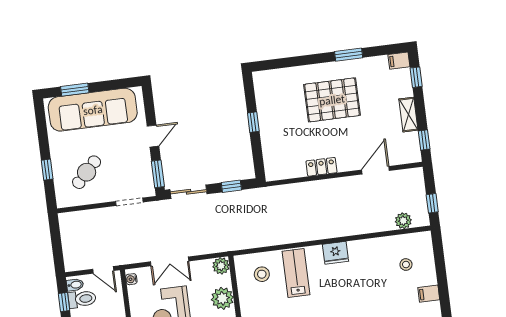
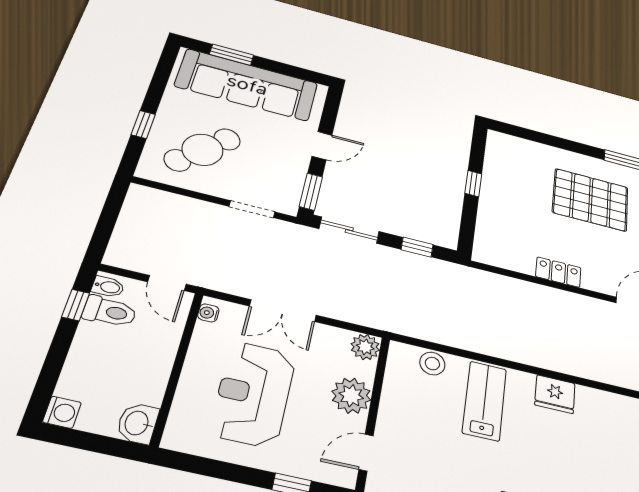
cafe table: (87, 172) -> (203, 150), width x1.37, depth x1.35
stool: (262, 274) -> (432, 364), moved

